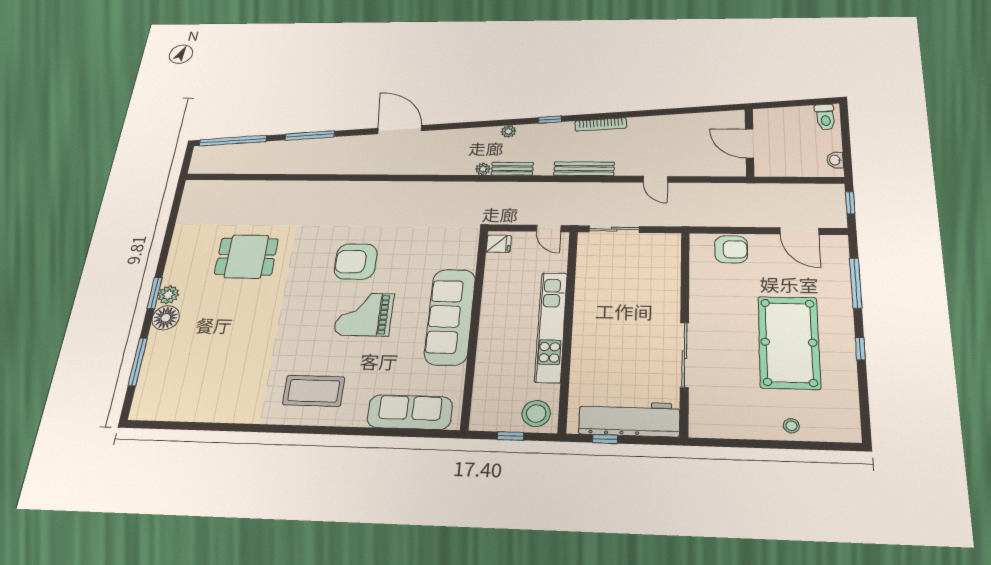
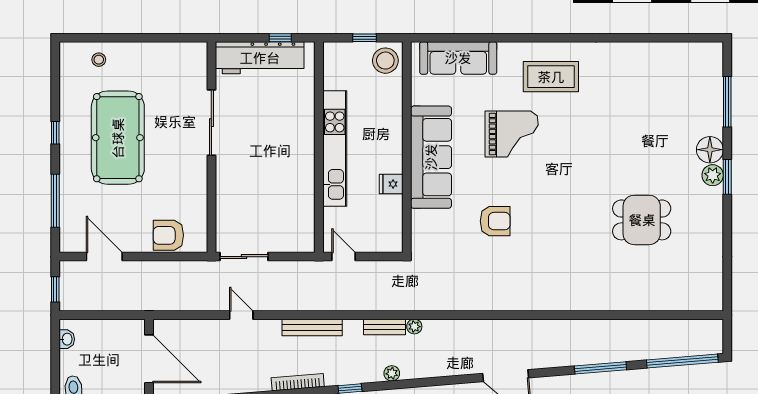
door: (749, 144) -> (149, 359), width x1.36
sliding door: (614, 229) -> (244, 257), moved
fridge: (499, 244) -> (391, 184), moved
armchair: (356, 261) -> (495, 221), moved, width x0.73, depth x0.73
grand piano: (364, 314) -> (512, 134), moved
stool: (536, 413) -> (385, 61), moved
stool: (791, 426) -> (99, 60), moved

